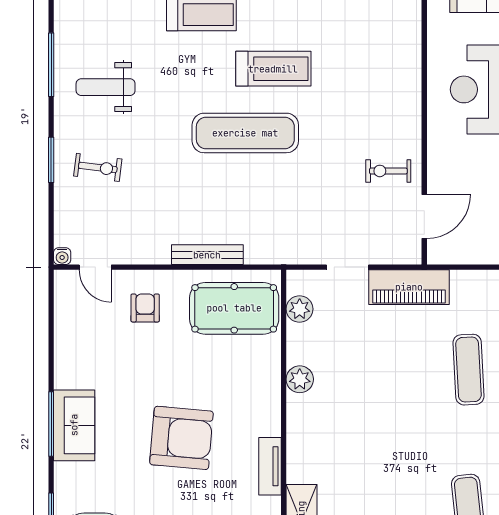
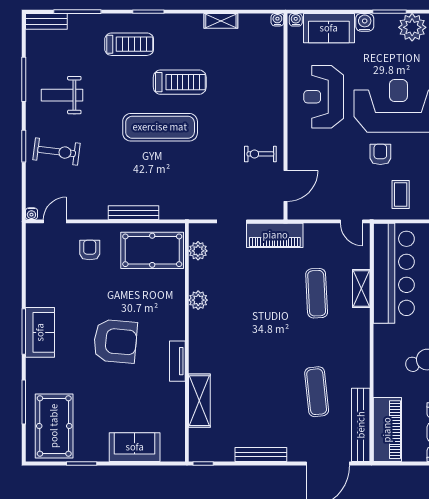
exercise bike: (98, 167) -> (57, 151), width x1.38, depth x1.39
door: (95, 267) -> (55, 221), swing flipped

